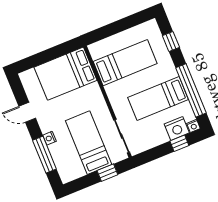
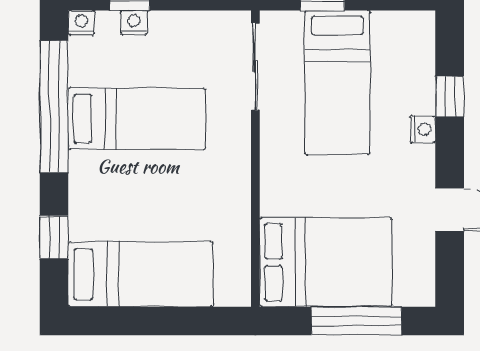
window: (45, 56) -> (356, 321), added
bed: (125, 63) -> (141, 274), moved, turned 180
nightstand: (177, 128) -> (134, 23), width x0.53, depth x0.56
window: (44, 155) -> (450, 97), width x0.46

